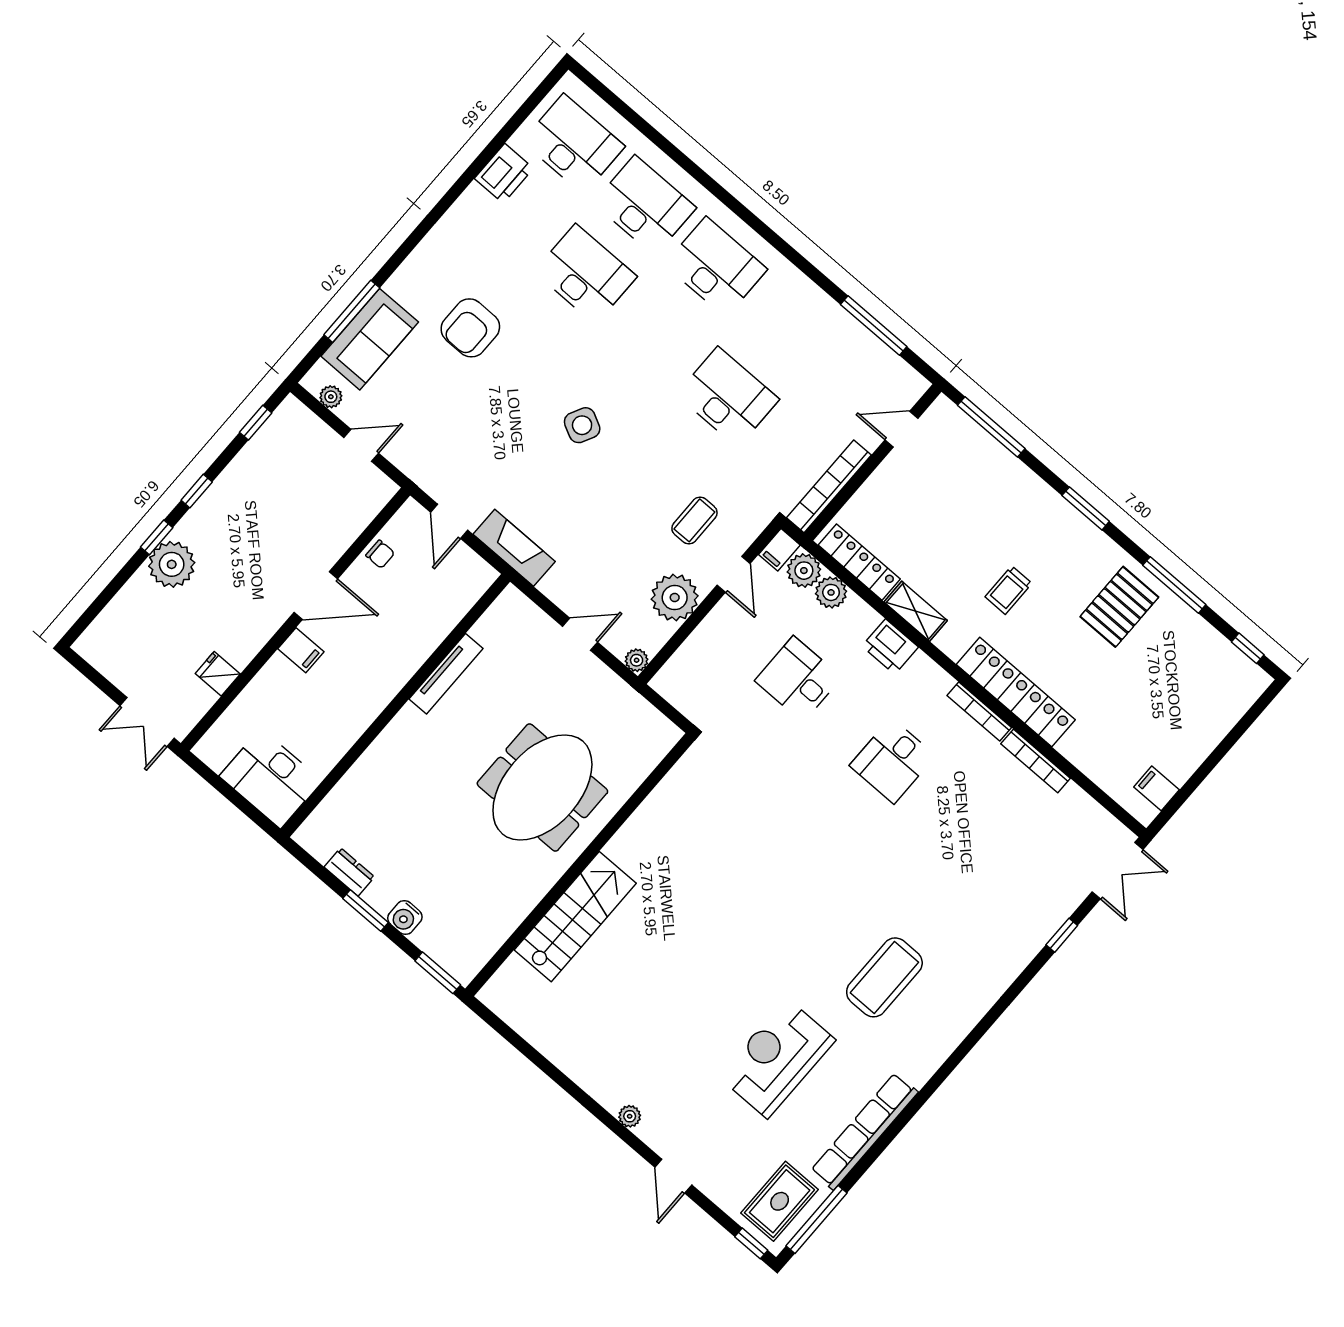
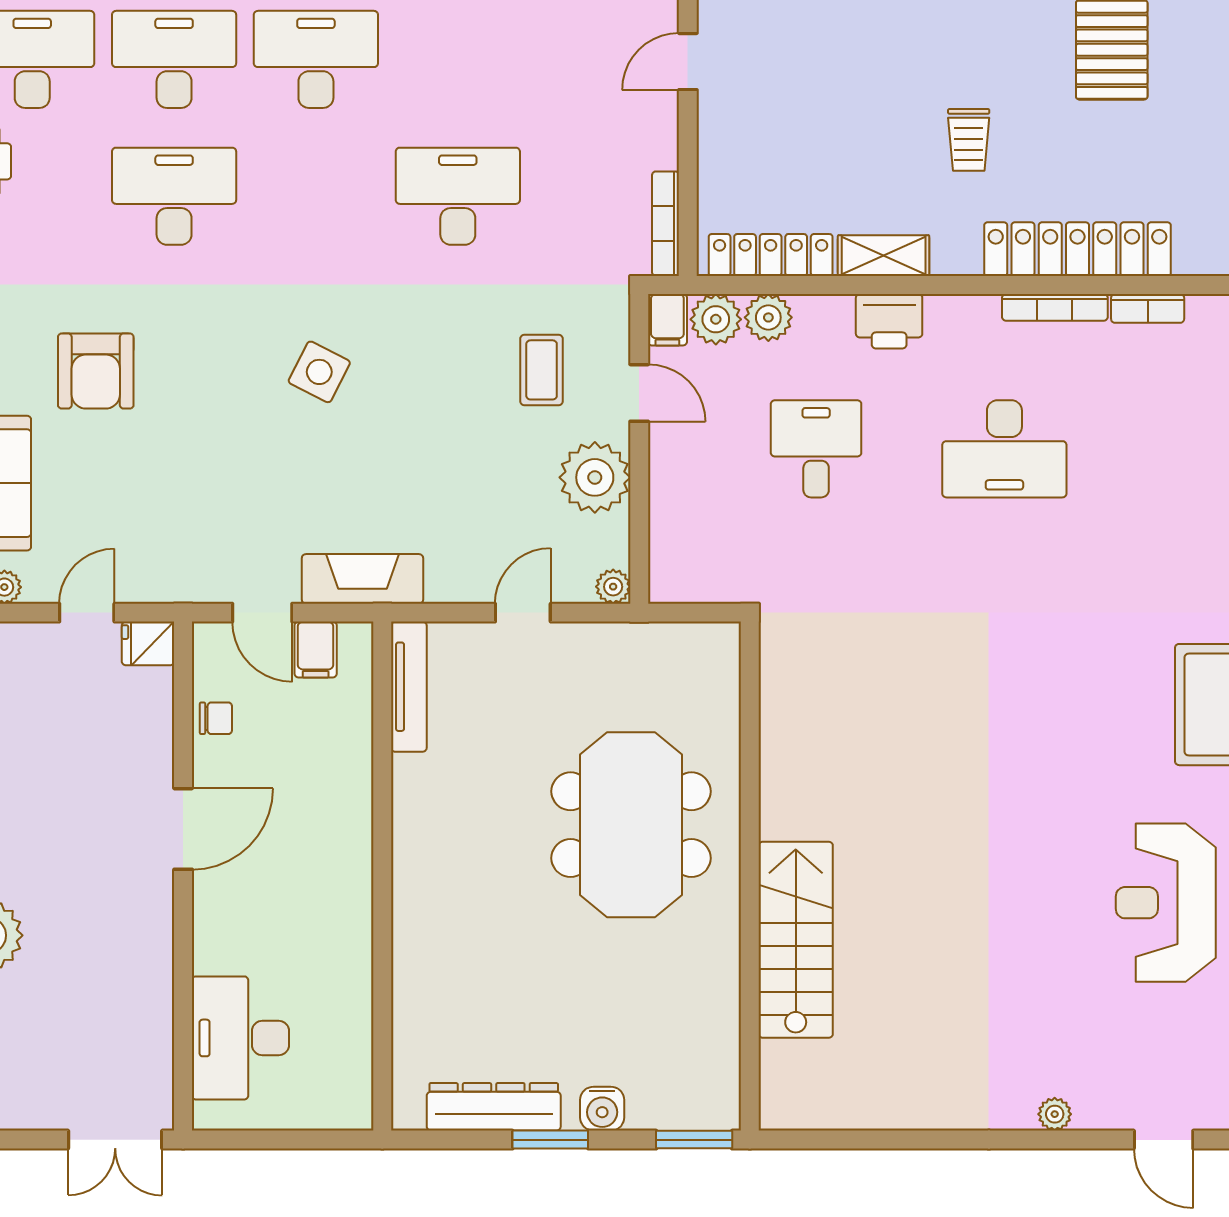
bookcase: (829, 486) -> (666, 224), width x0.68, depth x0.76
filing cabinet: (301, 650) -> (316, 650), moved, turned 90
fridge: (218, 674) -> (148, 643), moved
tv unit: (446, 674) -> (409, 687), moved
desk: (798, 679) -> (816, 449), turned 90
desk: (893, 761) -> (1004, 449), width x1.37
bookcase: (1036, 761) -> (1148, 308), width x0.64
desk: (271, 778) -> (240, 1038), moved, turned 90
dresser: (349, 872) -> (494, 1107), width x1.96, depth x1.24

